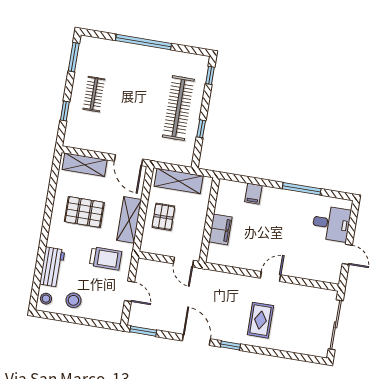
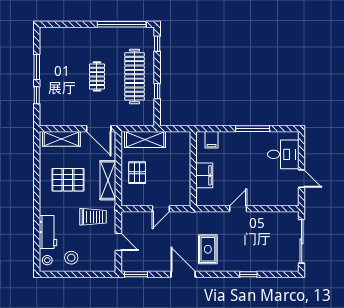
window: (144, 42) -> (122, 24), moved
window: (74, 57) -> (37, 67), moved
clothes rail: (94, 94) -> (97, 76), moved
wall: (209, 220) -> (193, 169), moved
filing cabinet: (220, 229) -> (204, 175), moved
door: (183, 262) -> (161, 209), hinge flipped
rug: (260, 320) -> (208, 249), moved
window: (230, 346) -> (248, 274), moved

